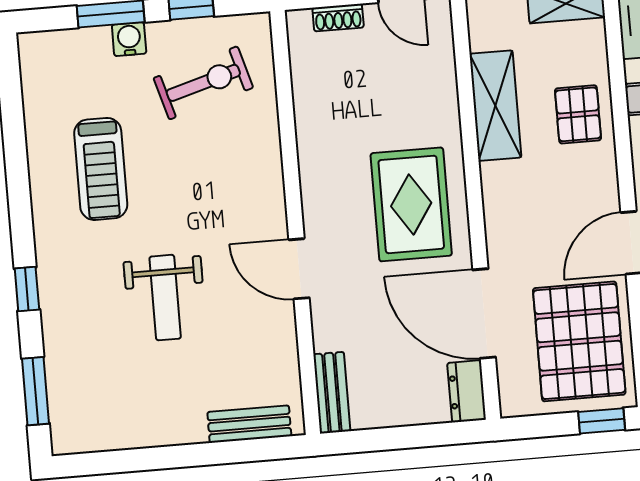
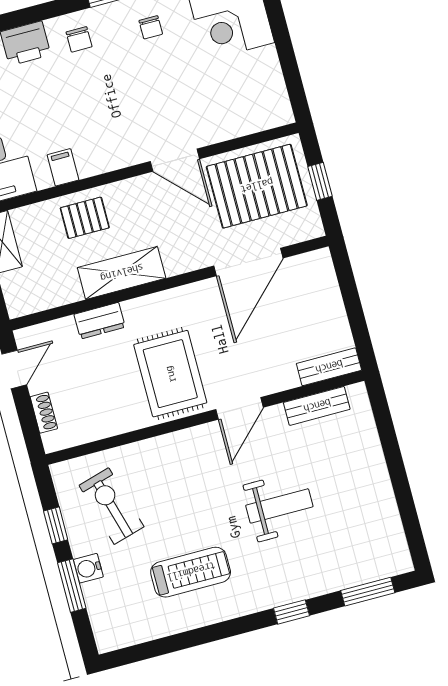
shelving: (495, 106) -> (122, 273), moved
rug: (411, 204) -> (170, 374), moved, turned 90
dresser: (467, 391) -> (100, 321), moved
window: (602, 421) -> (320, 181), moved
bench: (249, 424) -> (317, 406), moved, turned 90

